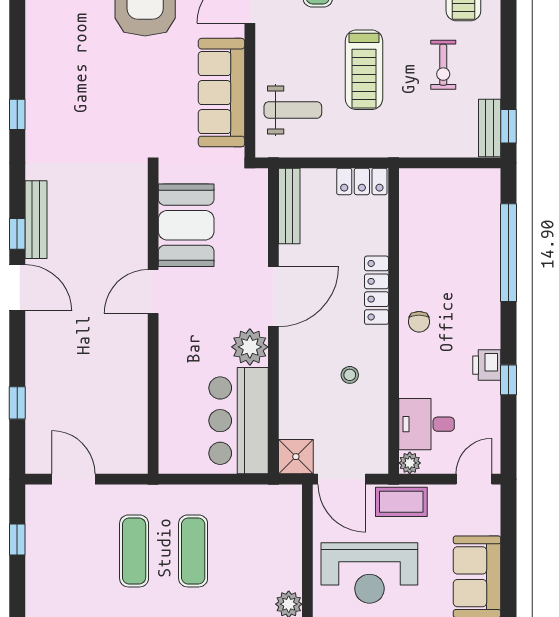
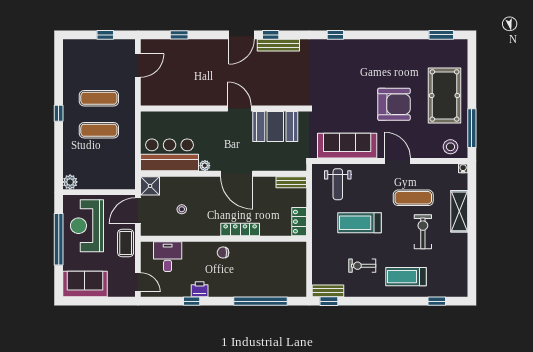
bench: (289, 206) -> (291, 182), width x0.73
plant: (250, 347) -> (205, 166), width x0.53, depth x0.53
stool: (350, 375) -> (182, 209), moved
plant: (410, 463) -> (147, 248), removed

